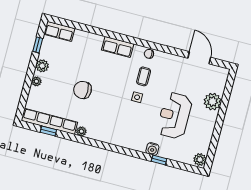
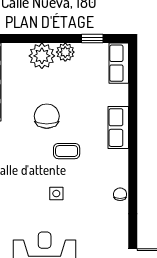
row of seats: (118, 47) -> (118, 128), moved
coffee table: (144, 76) -> (67, 151), moved
plant: (36, 81) -> (42, 56), width x1.88, depth x1.88

